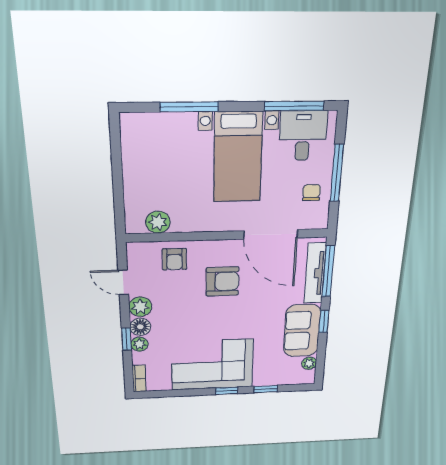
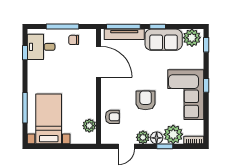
window: (294, 106) -> (25, 53), width x0.46
bed with nightstands: (238, 157) -> (49, 119), moved, turned -90
door: (271, 234) -> (98, 62), hinge flipped
armchair: (222, 281) -> (146, 100), moved
plant: (139, 344) -> (173, 134), width x1.88, depth x1.88
plant: (309, 363) -> (192, 38), width x1.87, depth x1.87
window: (266, 389) -> (206, 45), moved

